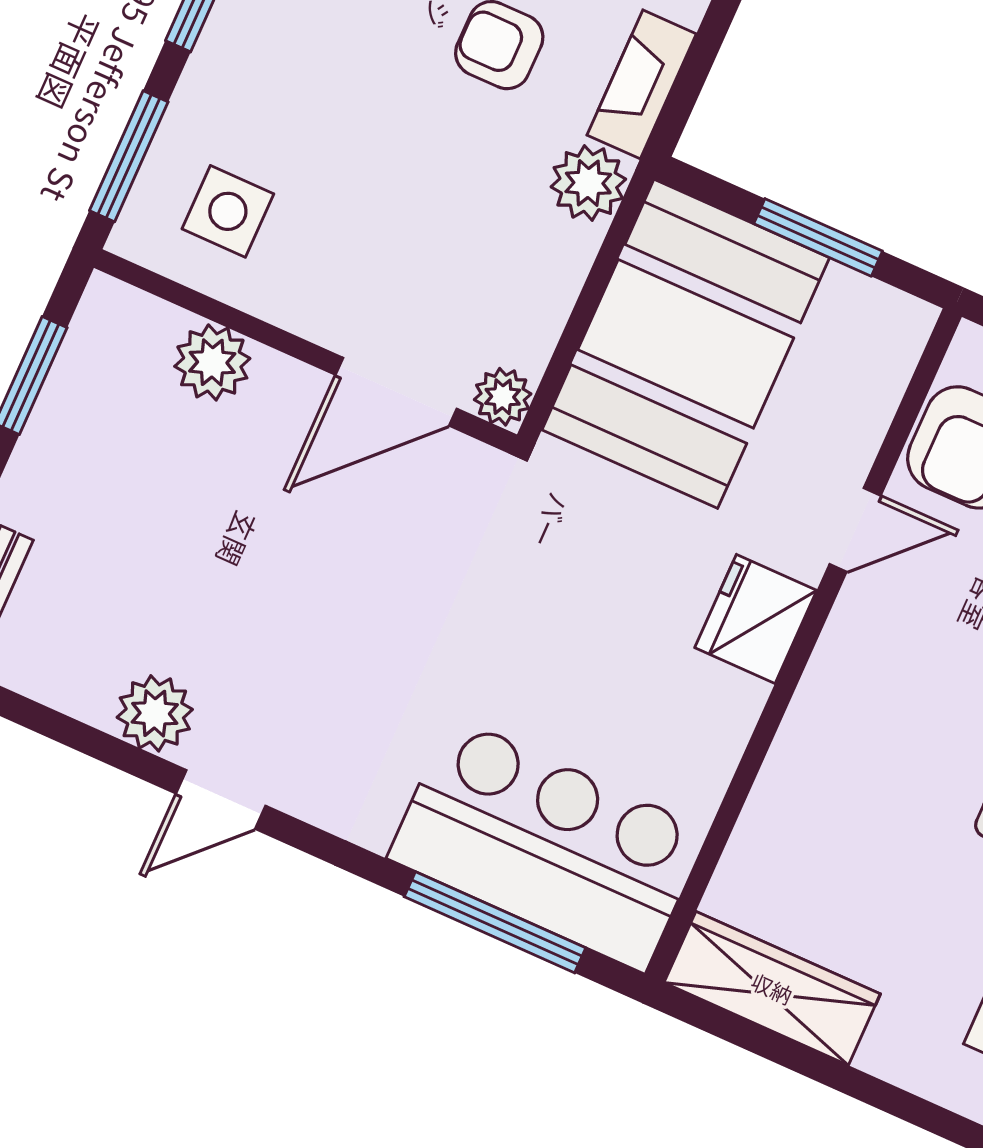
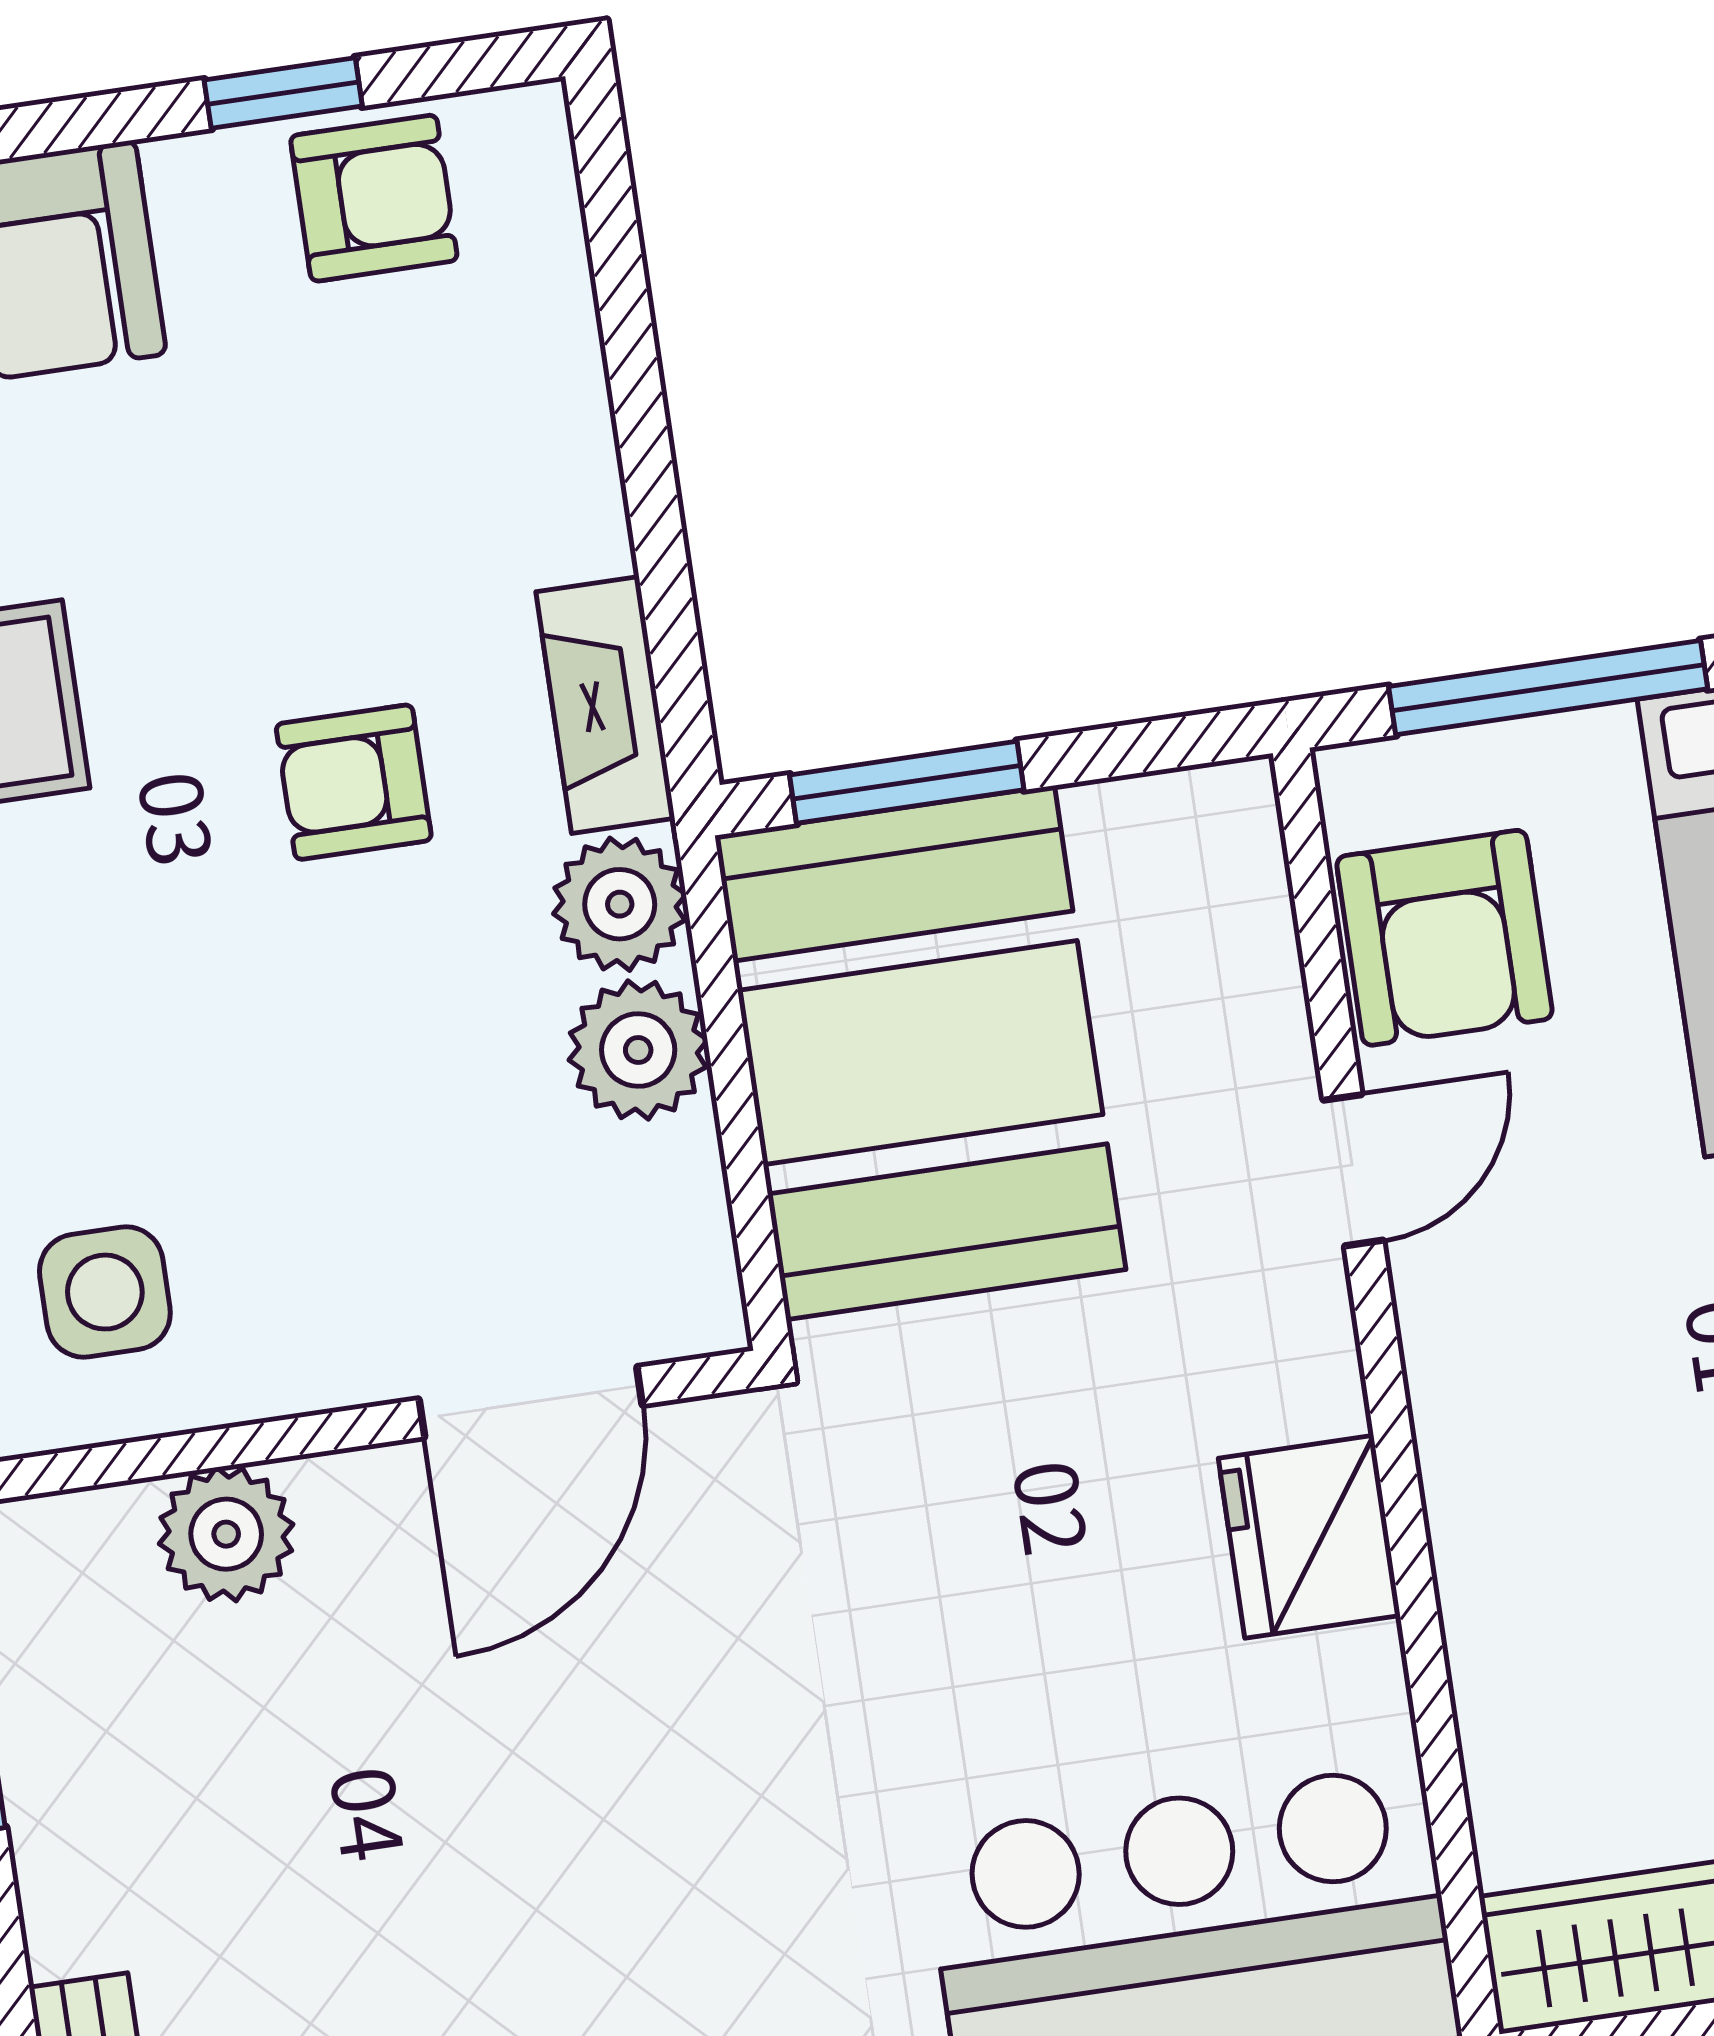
window: (818, 237) -> (907, 782), moved
plant: (503, 397) -> (638, 1050), moved, width x1.38, depth x1.38
fridge: (756, 619) -> (1309, 1537), moved

